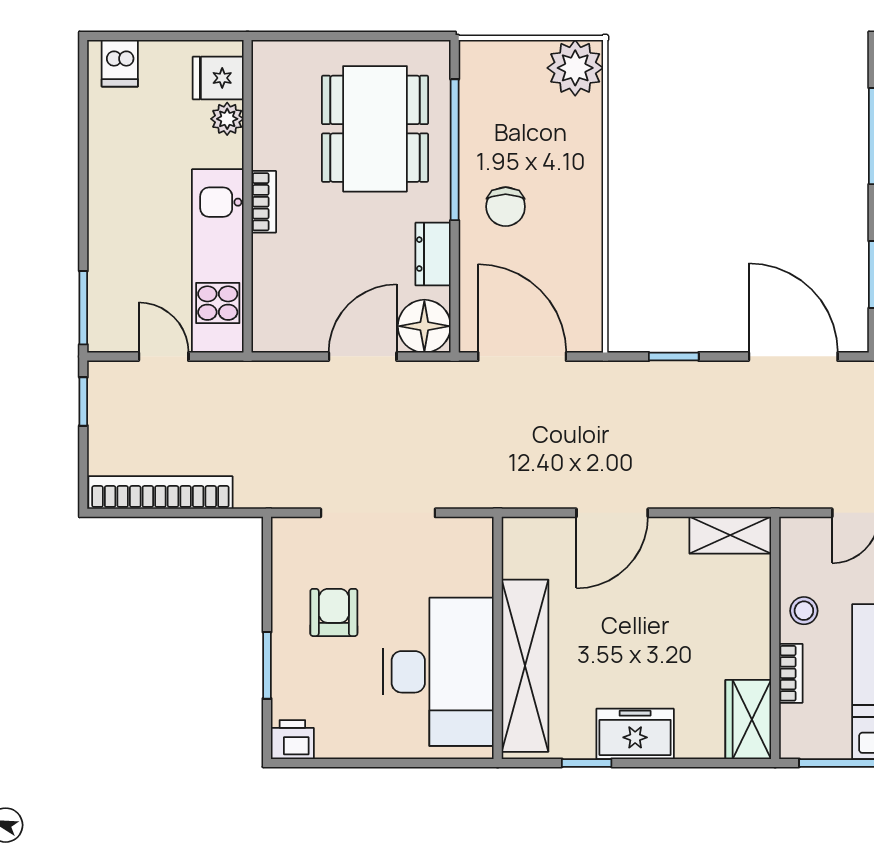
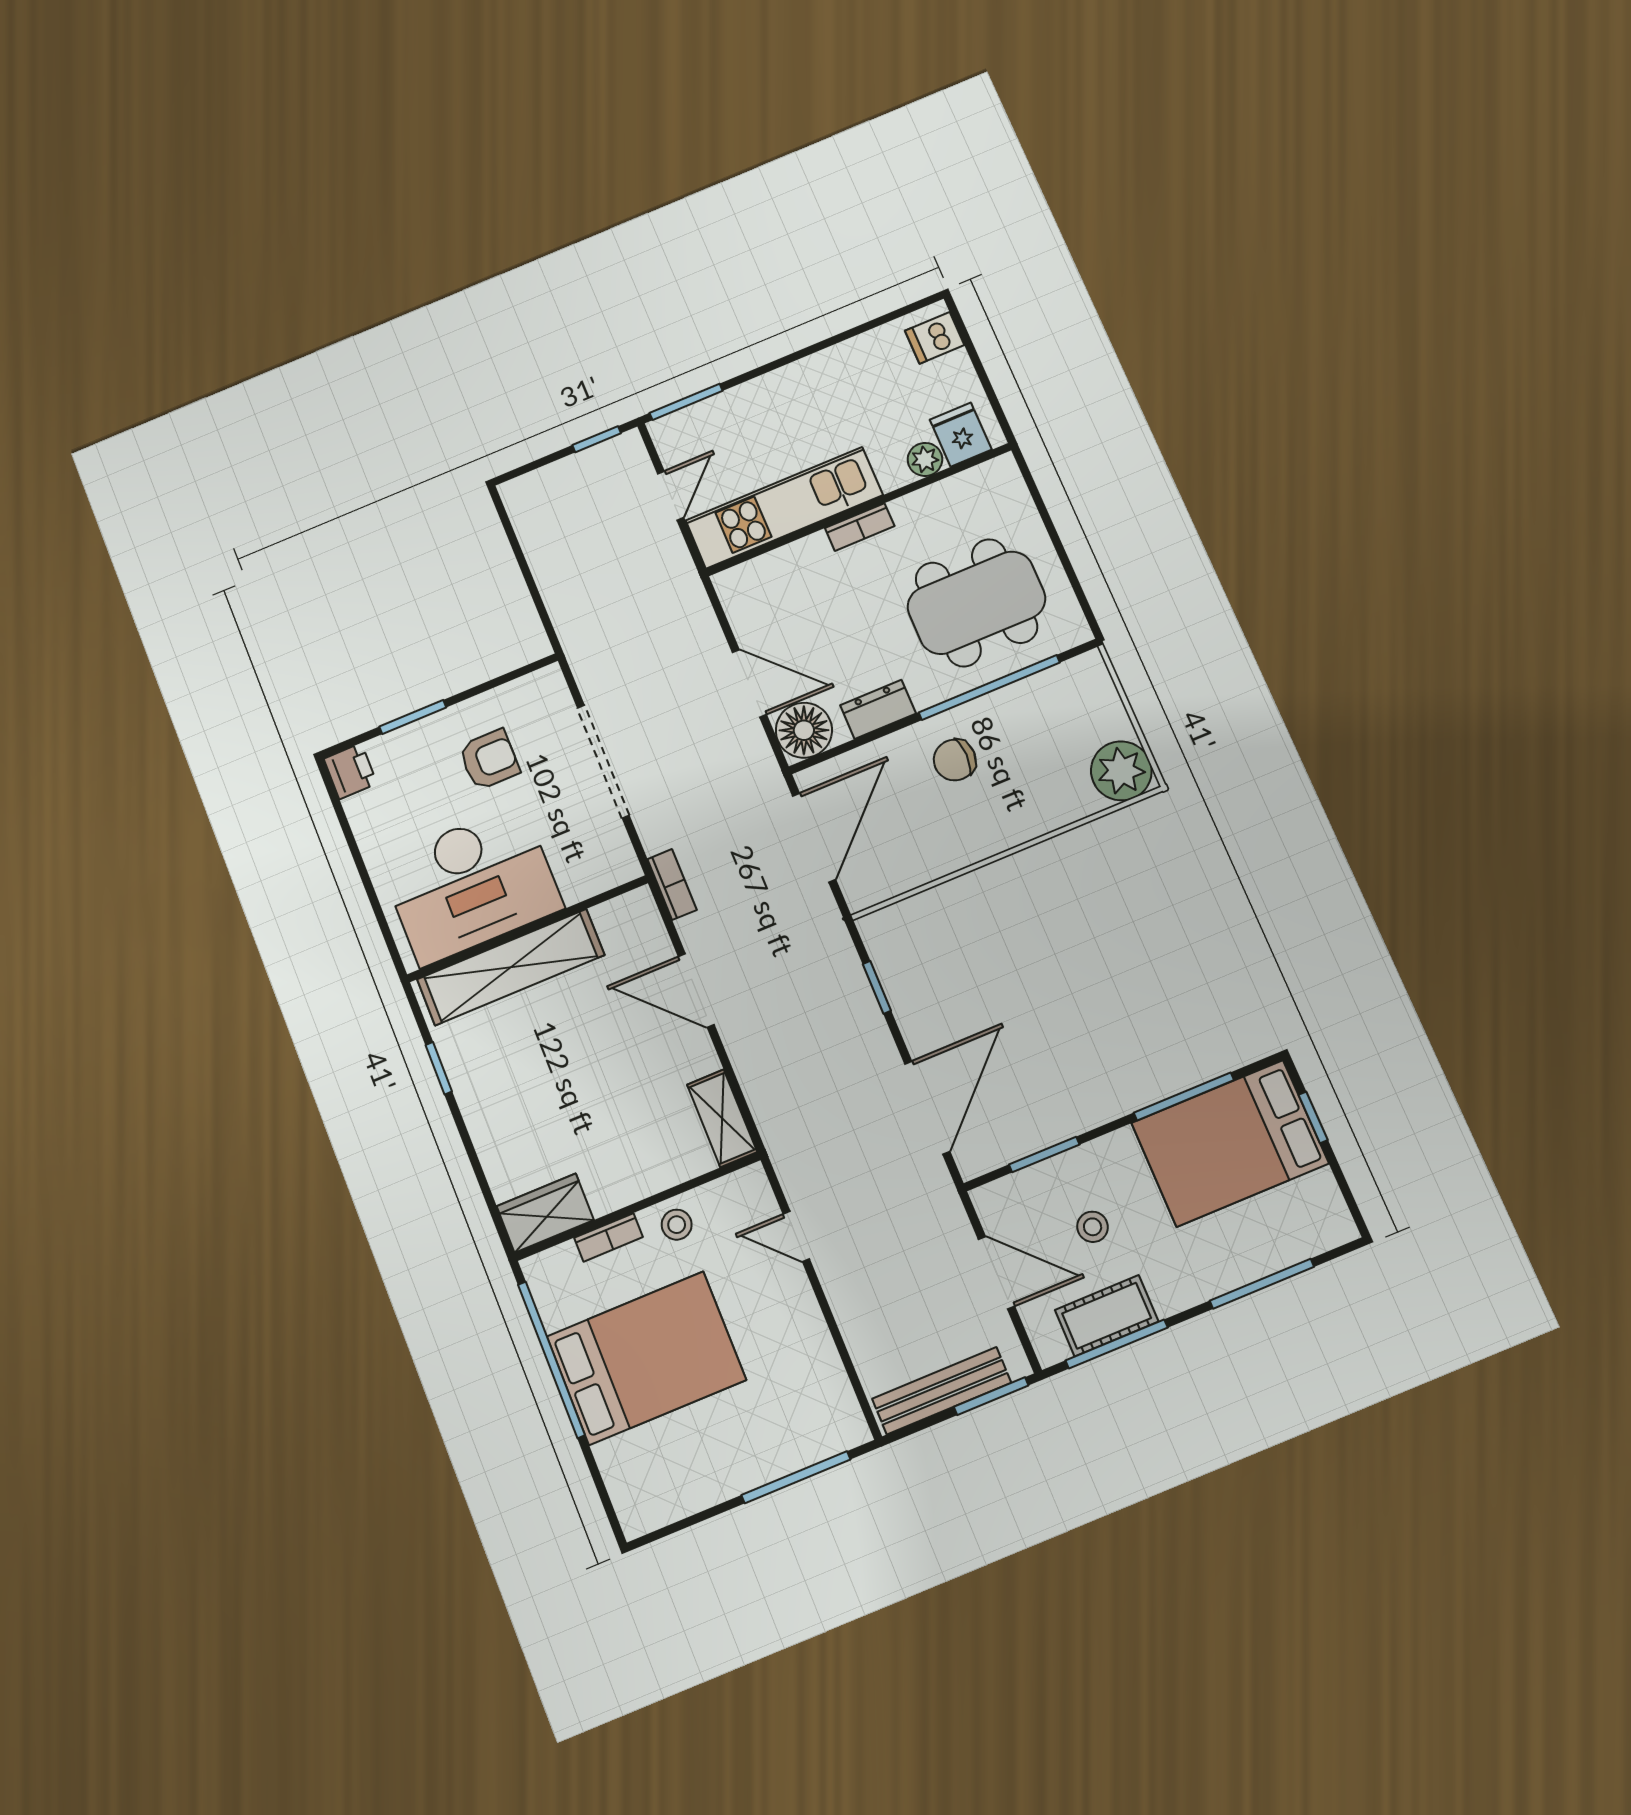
bookcase: (160, 493) -> (672, 885), moved, width x0.43, depth x0.76
freezer: (635, 734) -> (486, 1105), removed

